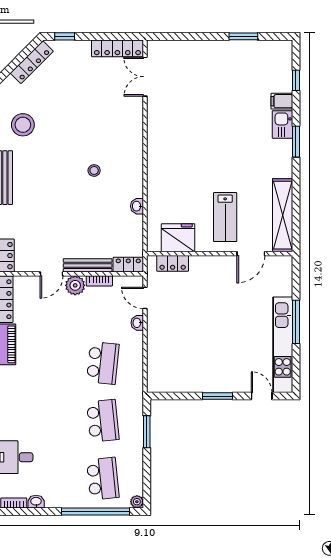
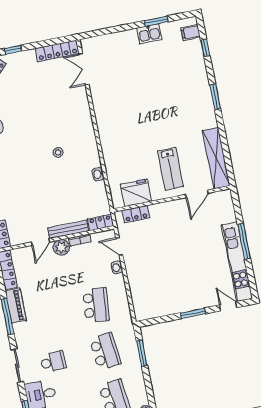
filing cabinet: (282, 101) -> (190, 33), moved
kitchen sink: (283, 124) -> (149, 34), moved, turned -90
school desk: (38, 421) -> (53, 362), added

